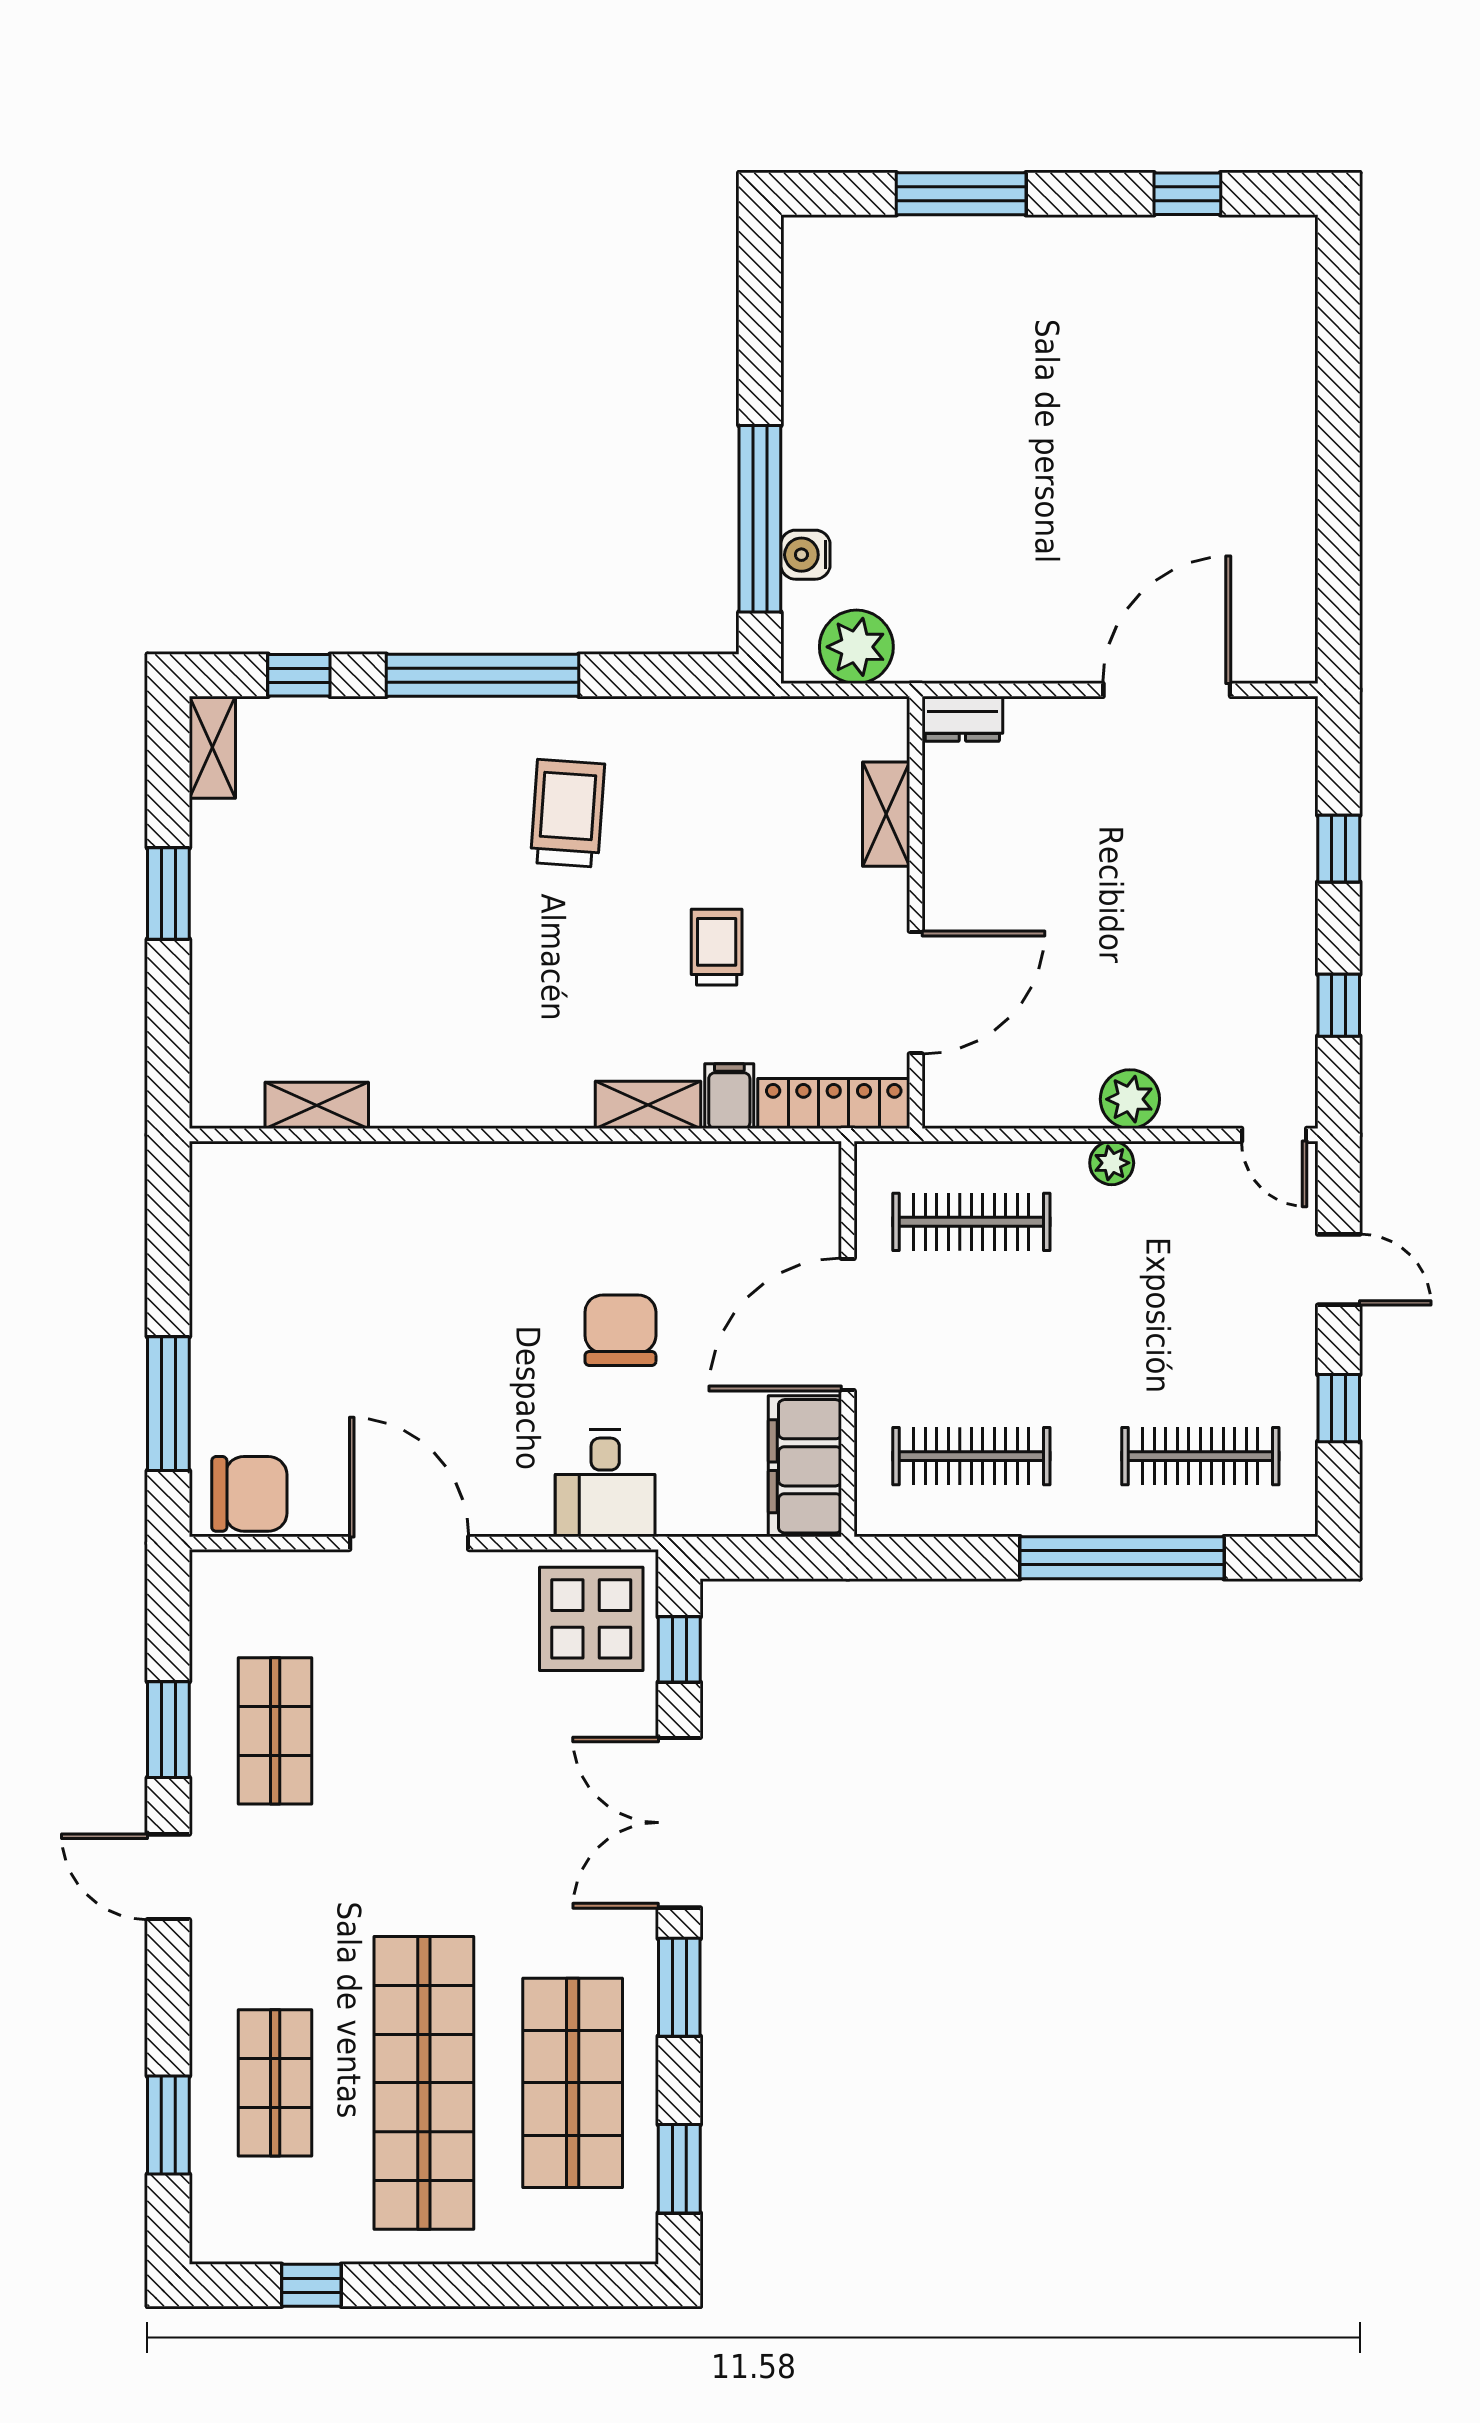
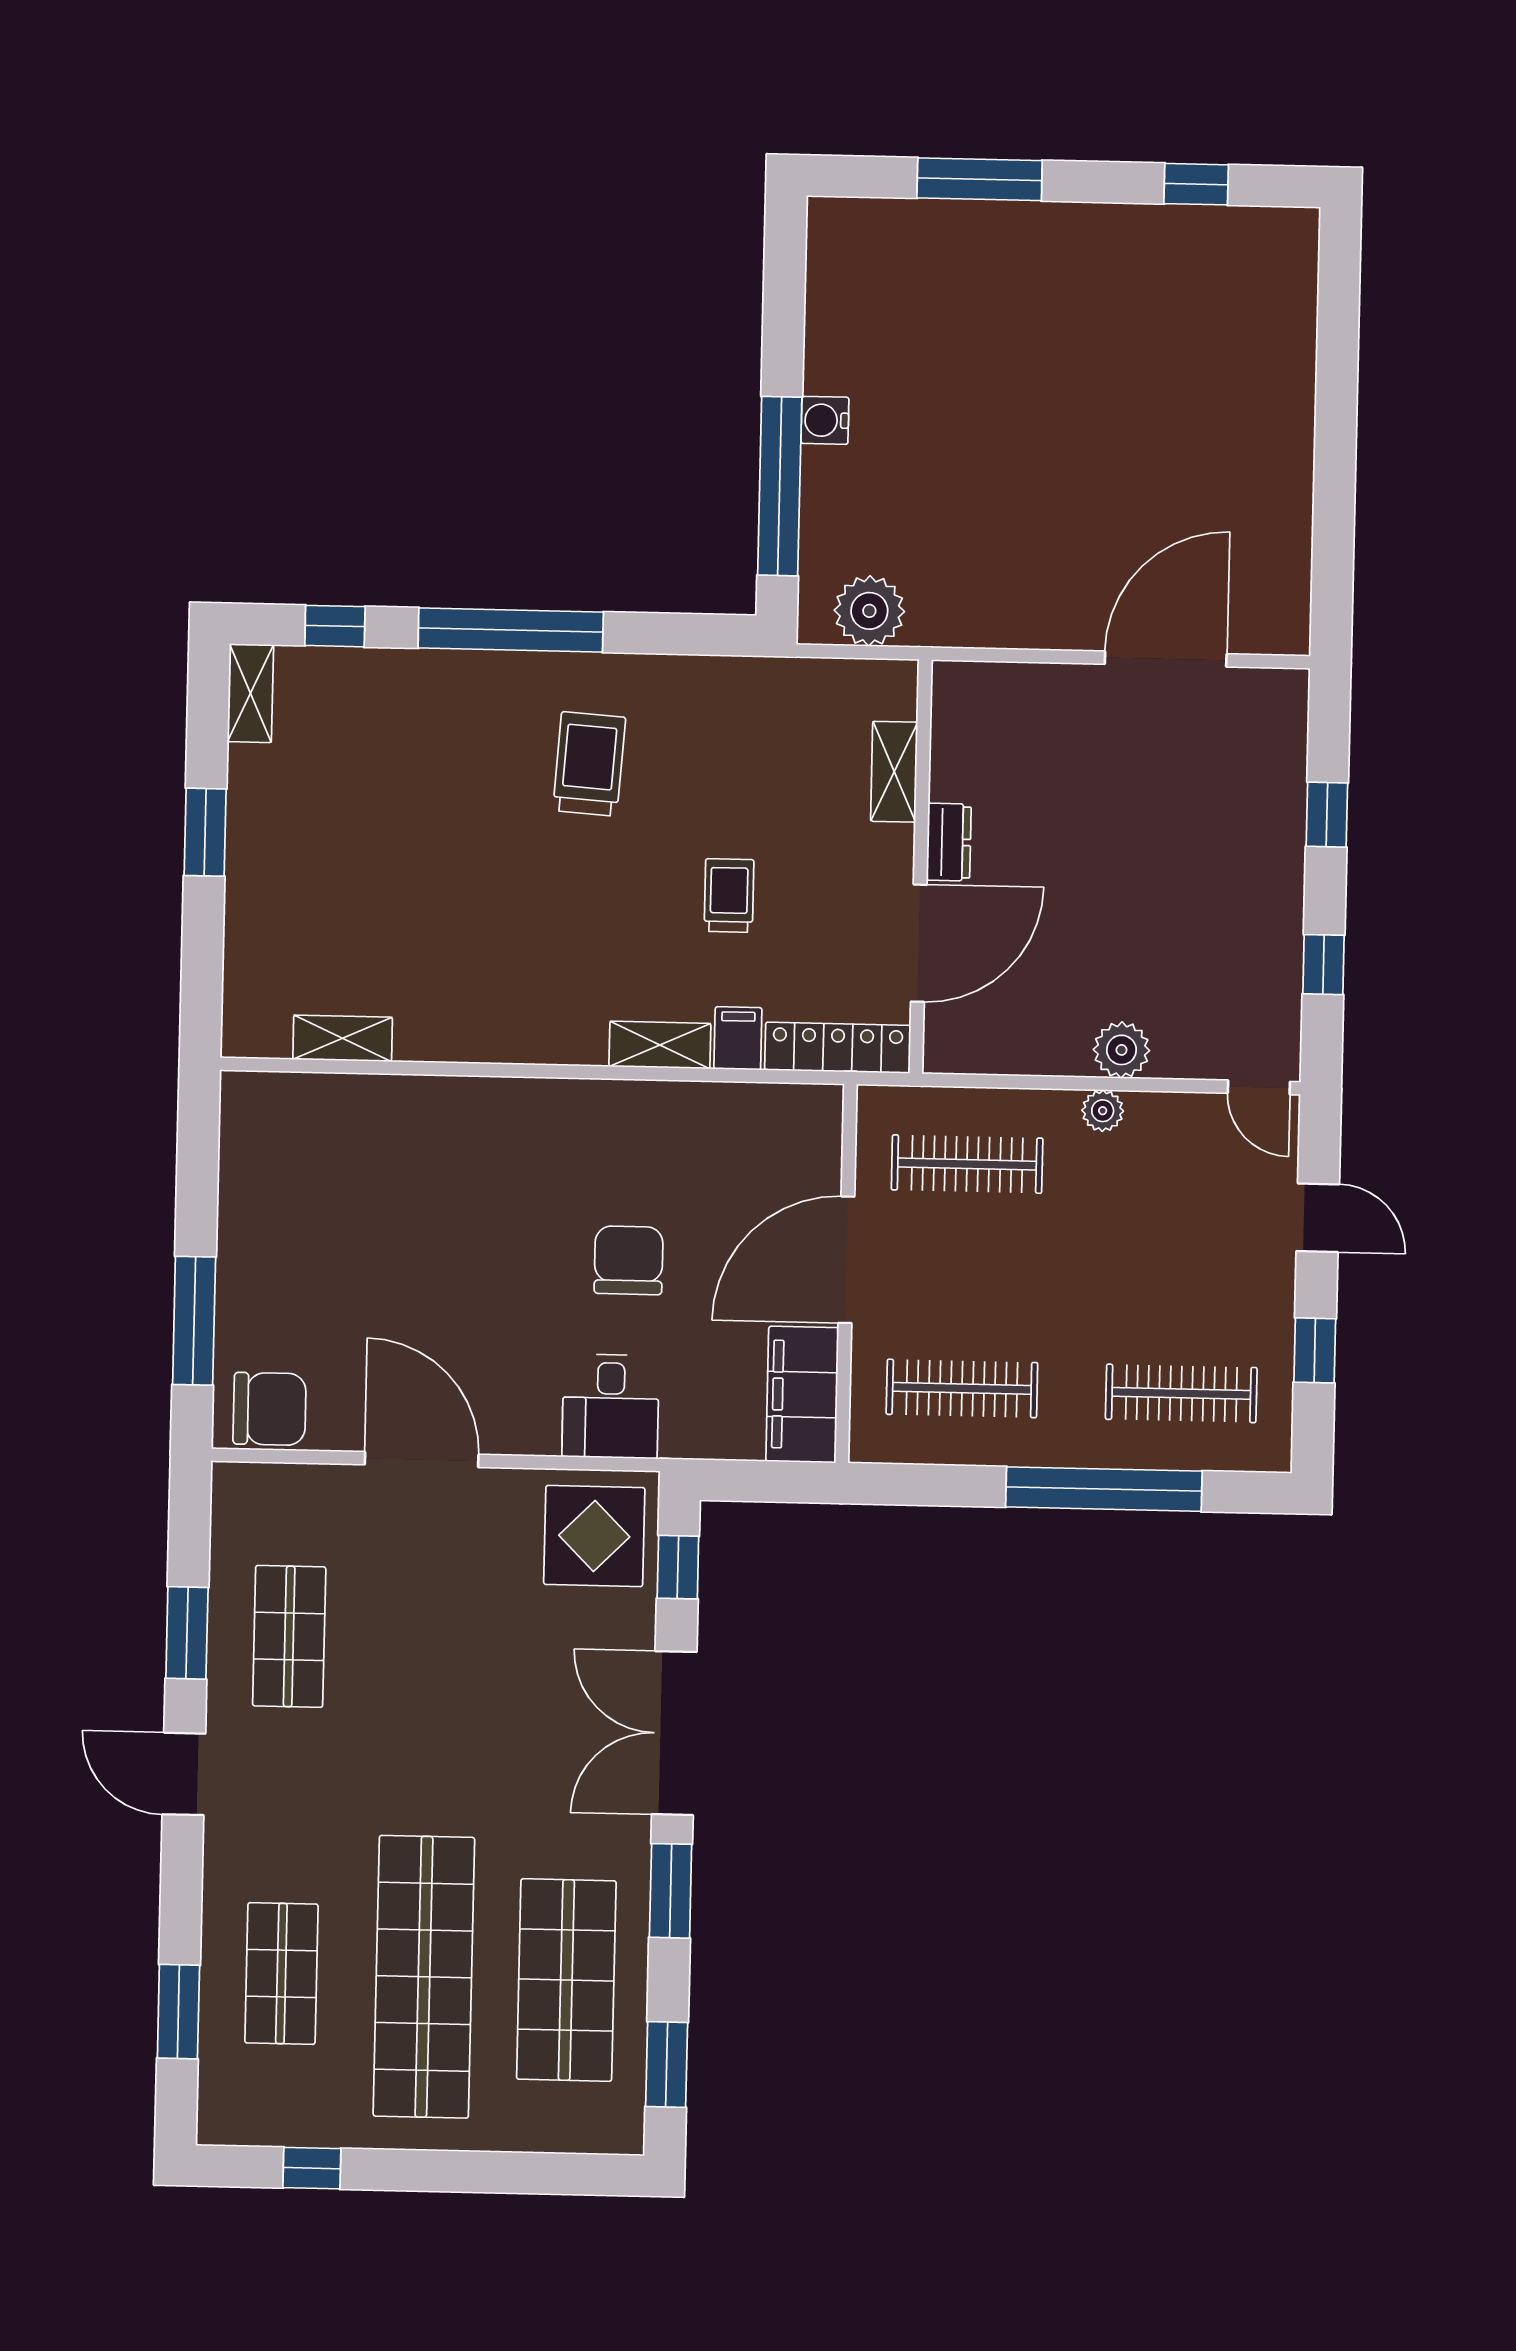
water cooler: (805, 555) -> (825, 420), moved
dresser: (962, 719) -> (949, 842), moved, turned -90

